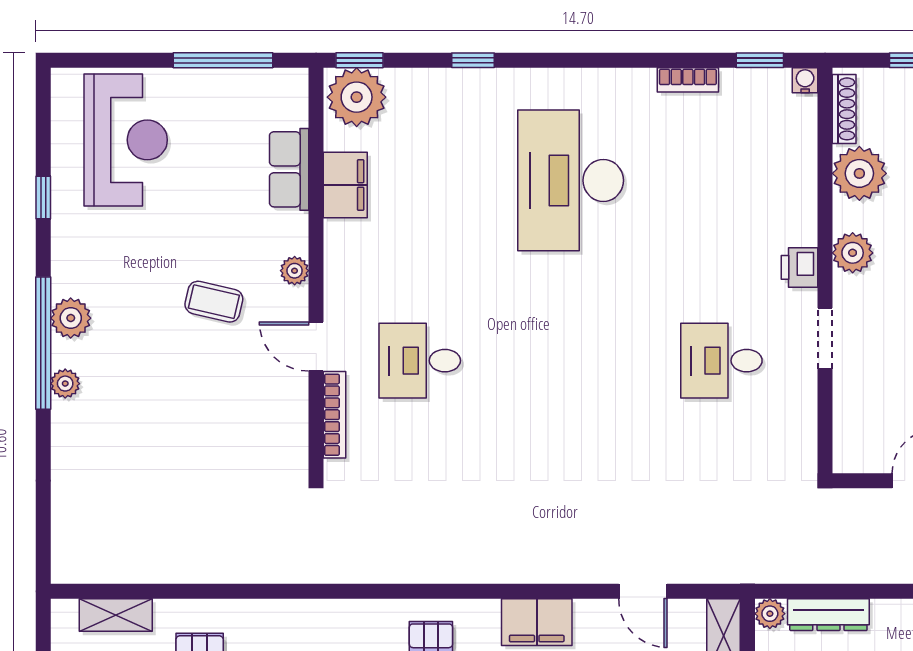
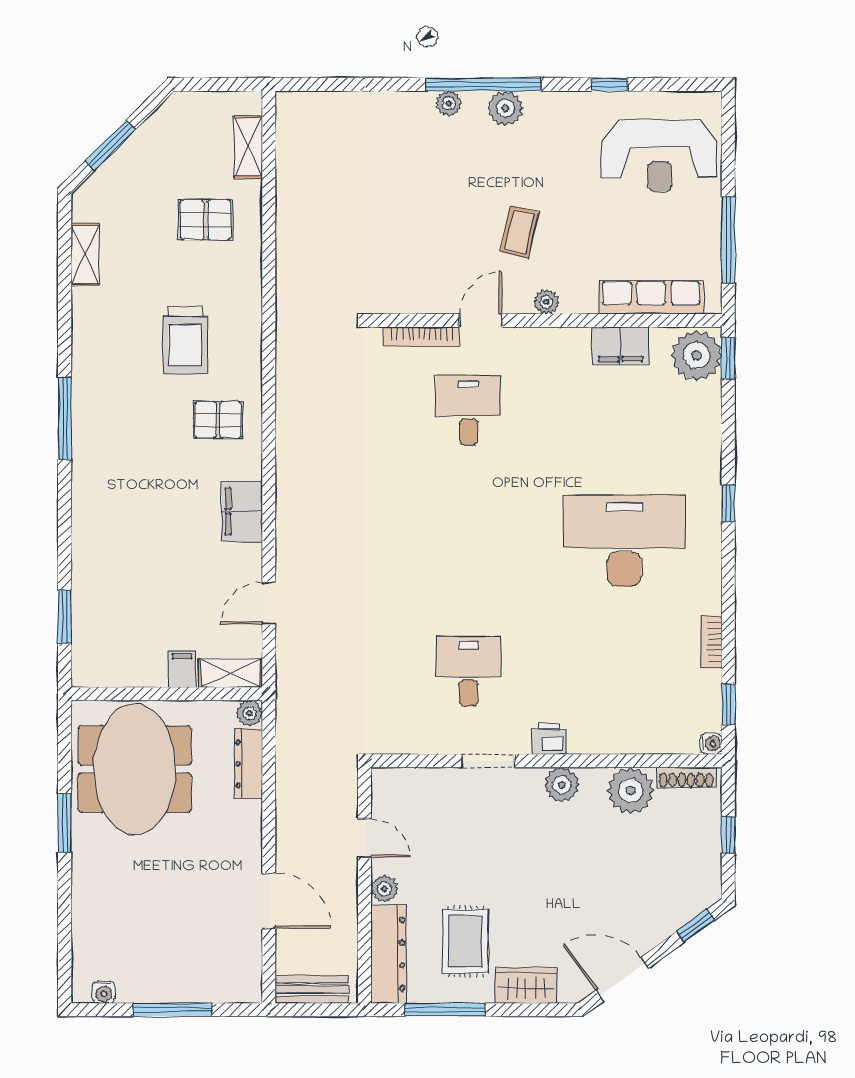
window: (473, 60) -> (728, 503), moved
row of seats: (289, 169) -> (651, 297), width x1.48

